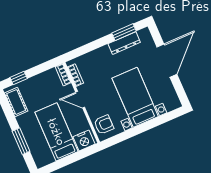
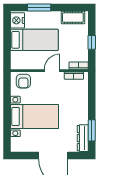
dresser: (124, 43) -> (83, 138), moved
window: (19, 78) -> (92, 42), moved
nightstand: (84, 140) -> (17, 20), moved

